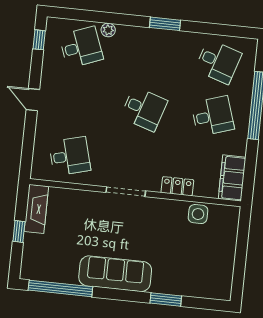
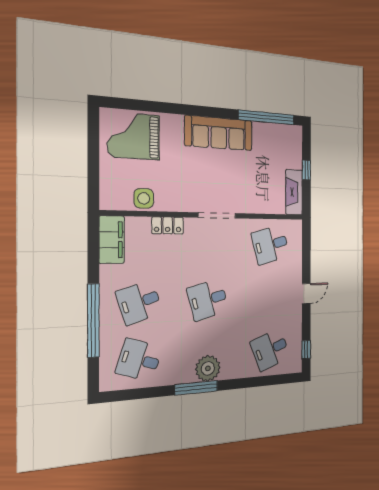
window: (165, 24) -> (196, 388), width x1.44
plant: (108, 30) -> (208, 368), moved, width x1.87, depth x1.87
door: (33, 100) -> (306, 294), hinge flipped
desk: (144, 109) -> (208, 300), turned -33
grand piano: (202, 273) -> (134, 136), added
window: (166, 299) -> (167, 108), removed

